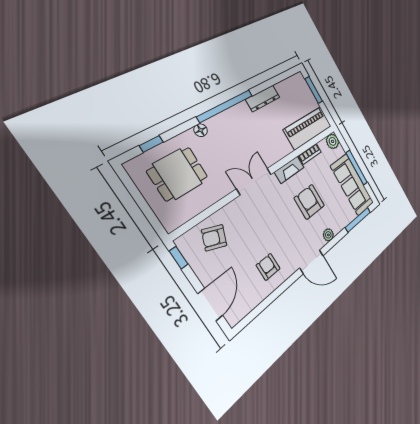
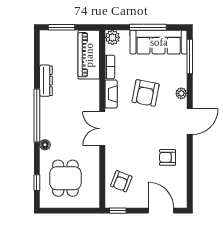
armchair: (309, 202) -> (146, 93), turned -79

